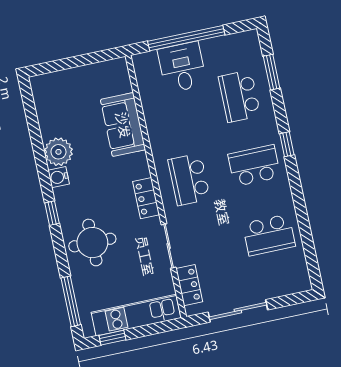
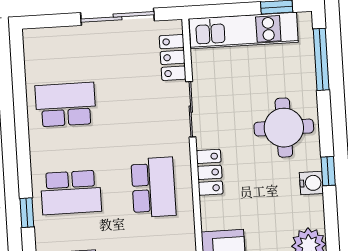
water cooler: (59, 177) -> (311, 183), moved

